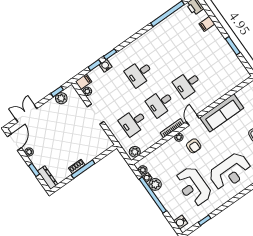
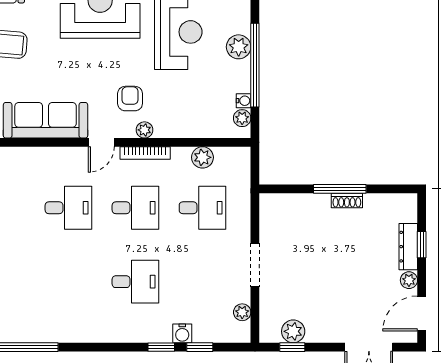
filing cabinet: (84, 82) -> (237, 333), removed
plant: (135, 152) -> (202, 157), moved
dresser: (47, 178) -> (408, 247), moved
plant: (155, 184) -> (239, 47), moved

